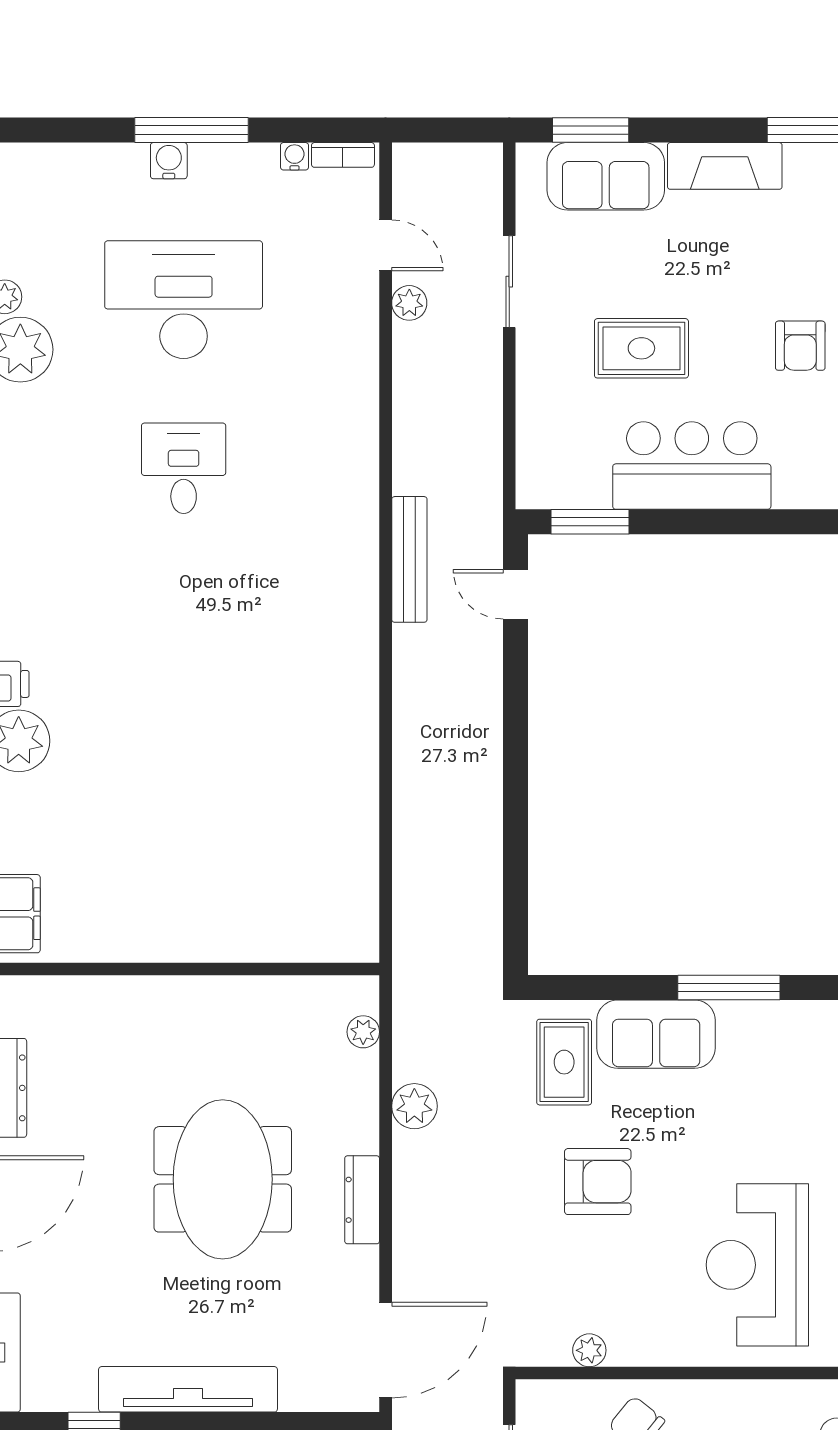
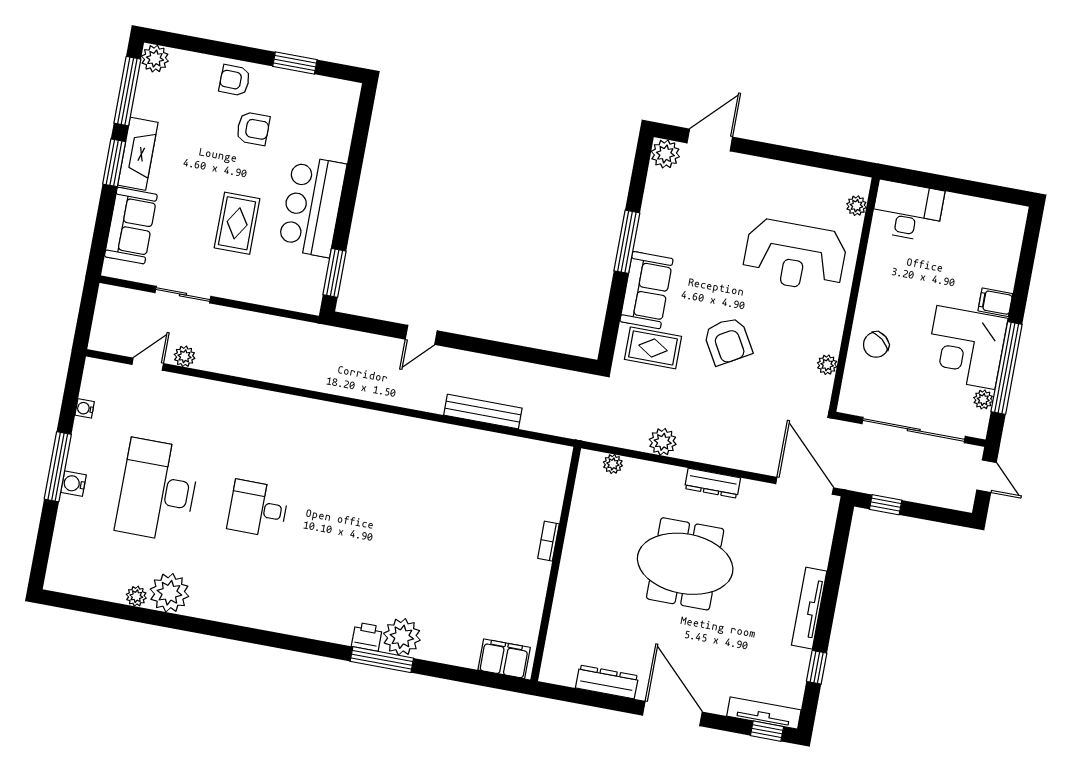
window: (591, 130) -> (114, 163), moved
bookcase: (343, 155) -> (548, 541), moved, turned 180
bench: (409, 559) -> (483, 412), moved
door: (515, 594) -> (421, 335), moved
armchair: (598, 1182) -> (728, 341), turned 150
tv unit: (188, 1389) -> (809, 608), width x0.73, depth x0.78

